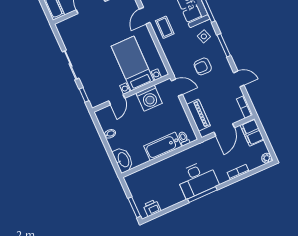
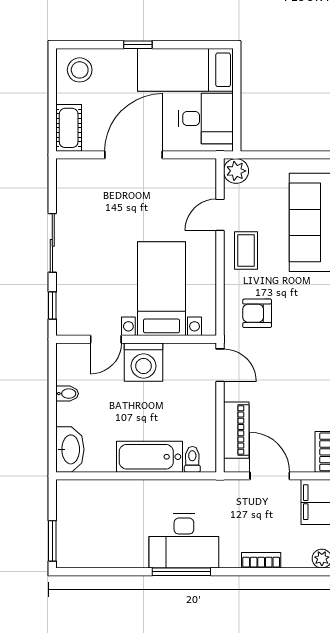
side table: (204, 36) -> (307, 297), removed
armchair: (203, 66) -> (257, 313), moved
washing machine: (149, 98) -> (144, 362), moved
door: (224, 130) -> (270, 476), swing flipped
printer: (152, 208) -> (83, 556), removed

